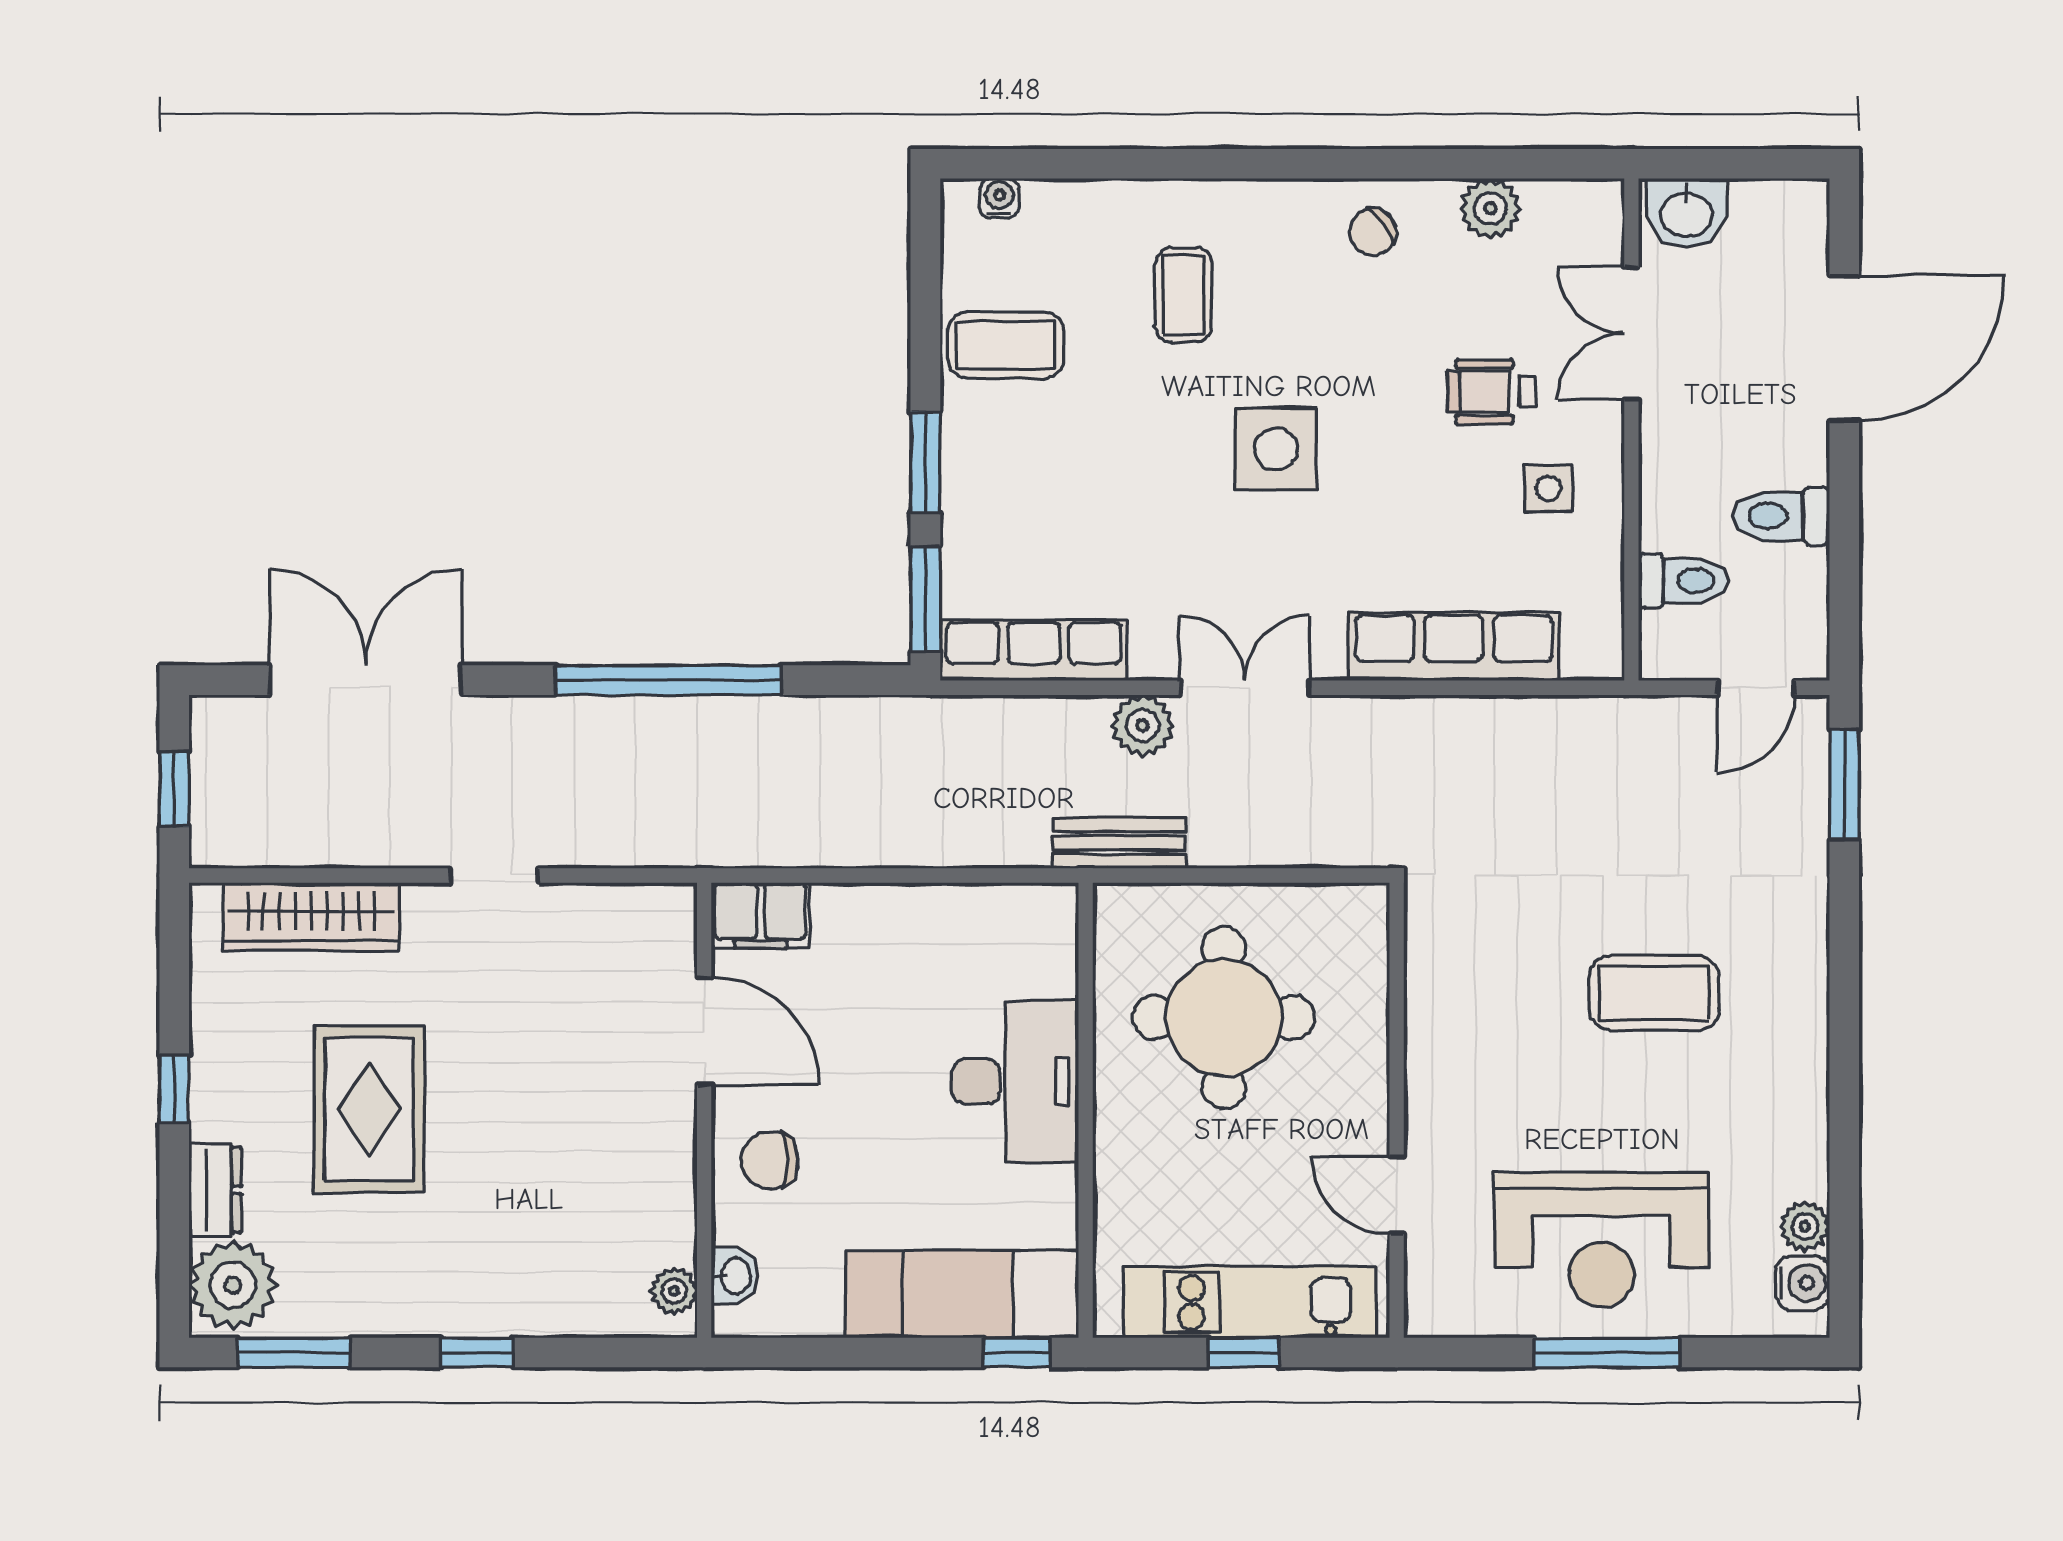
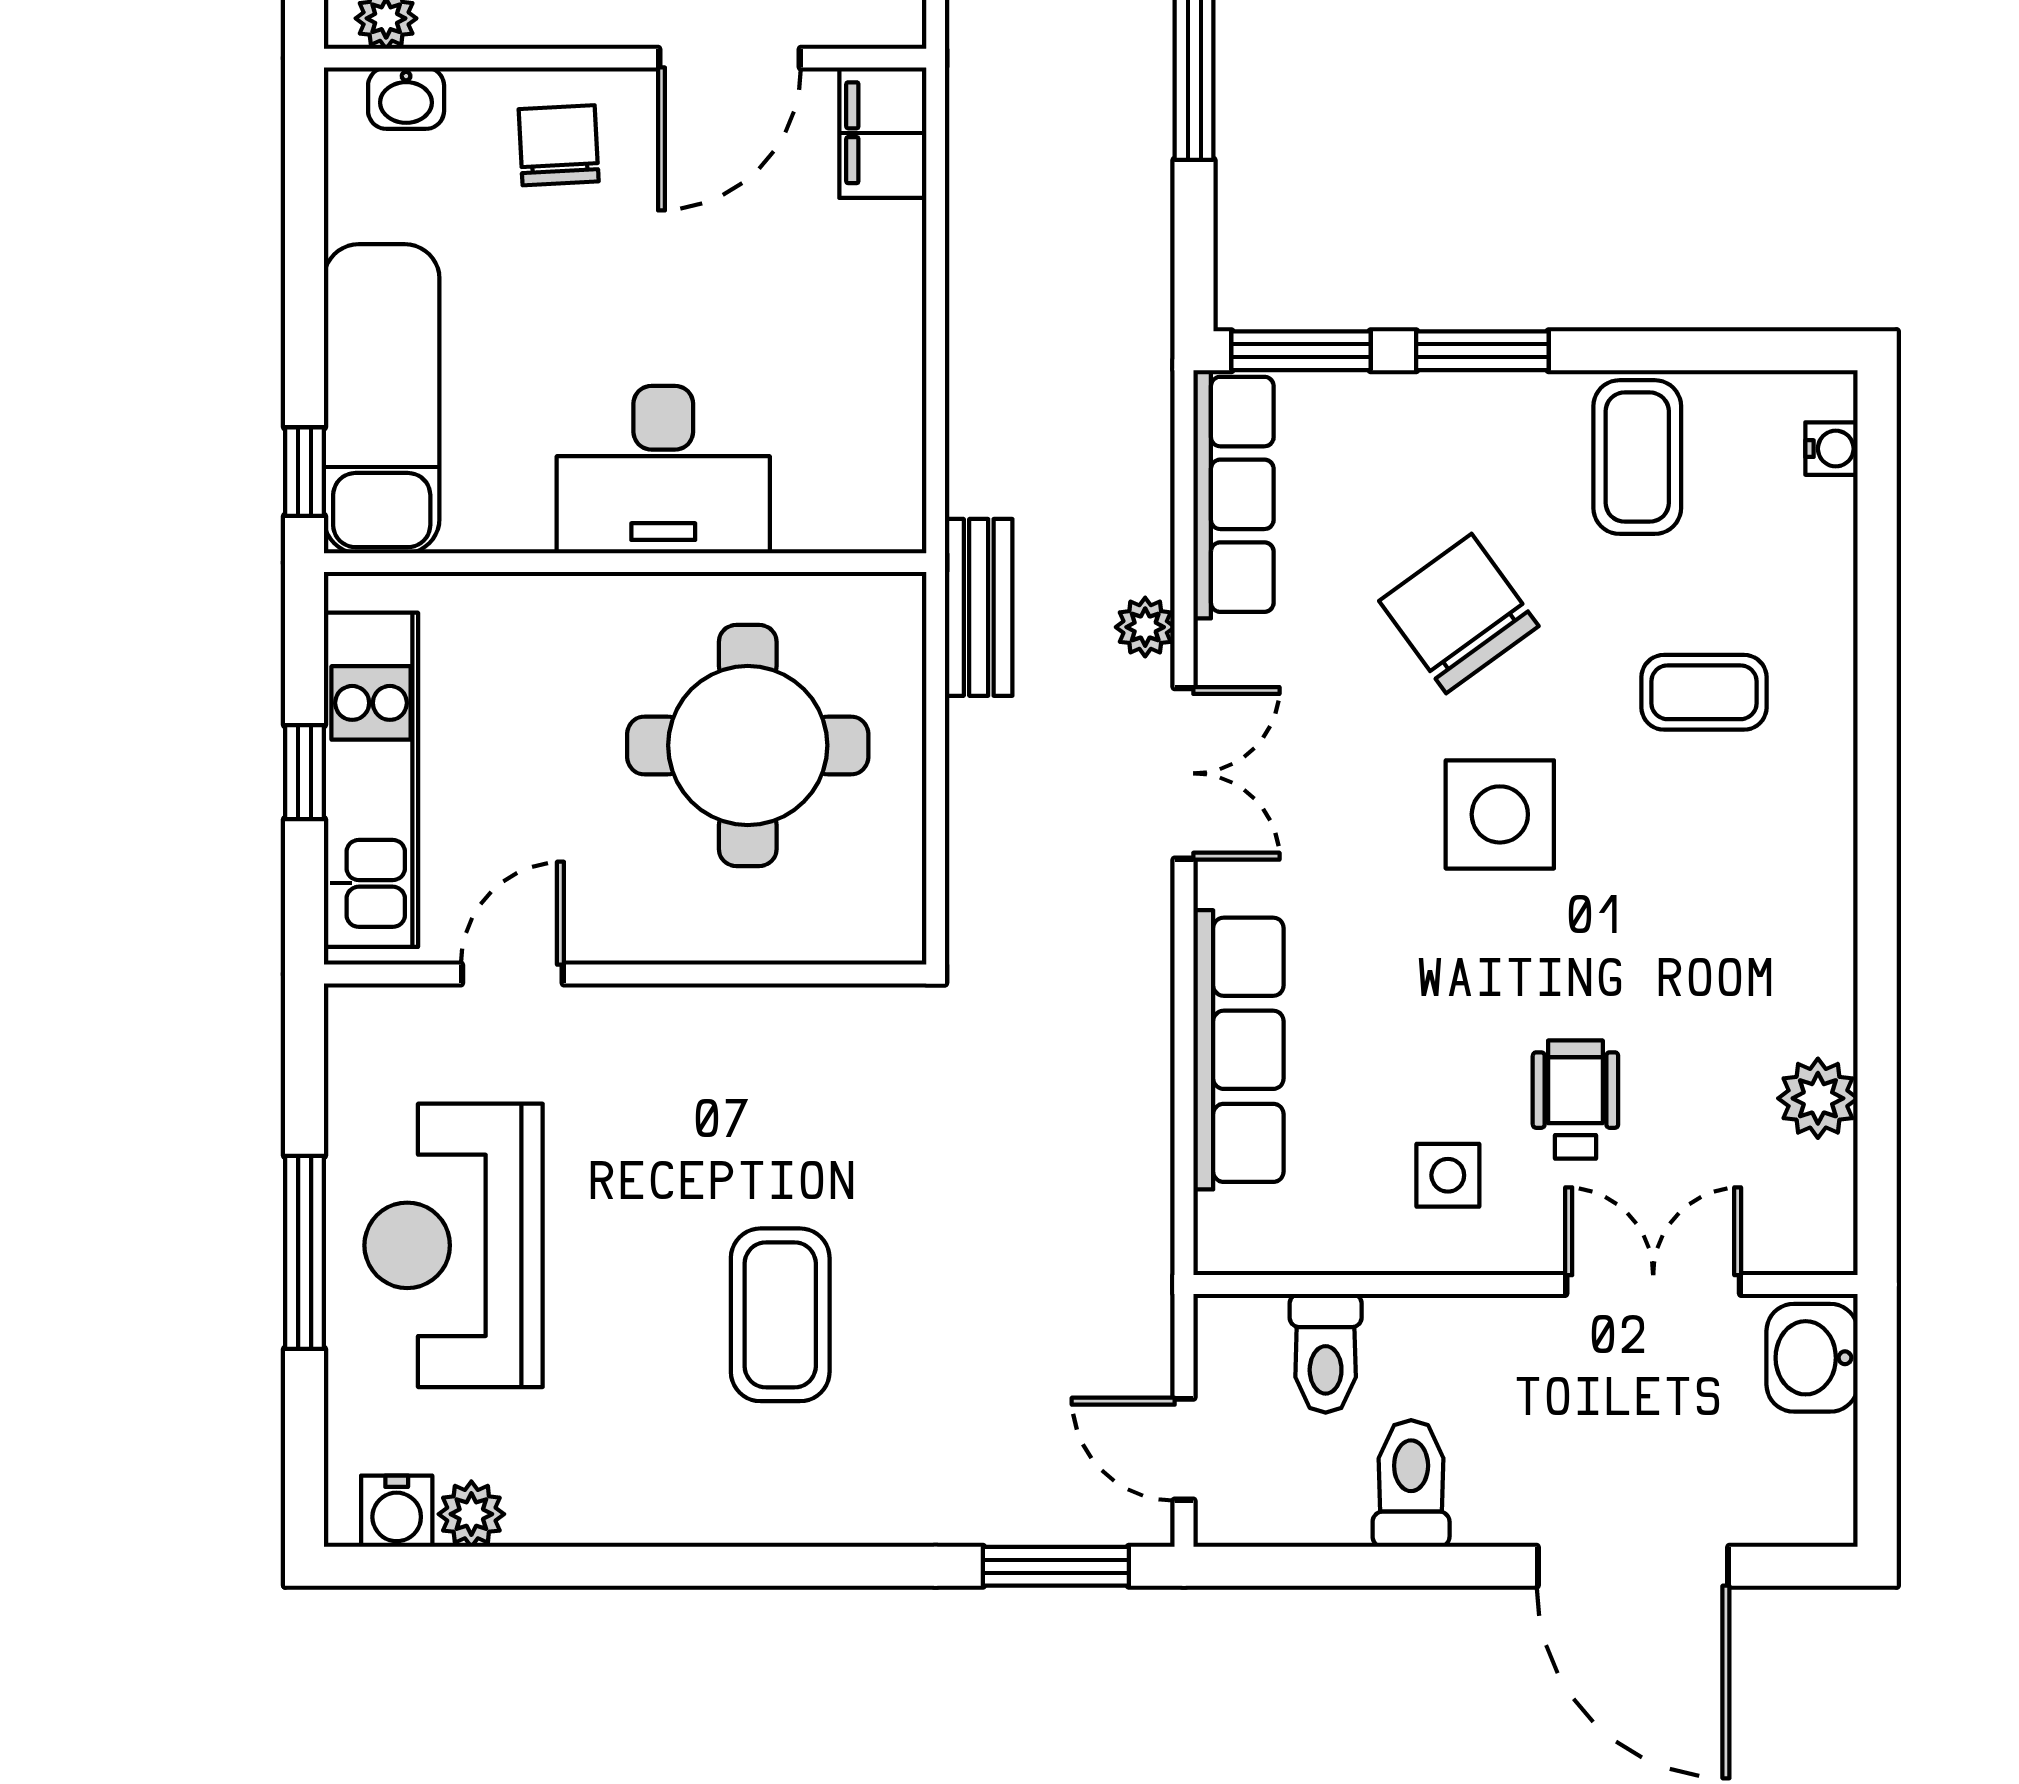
chair: (1372, 232) -> (1459, 614), moved, width x1.87, depth x1.87
plant: (1143, 725) -> (1145, 627), width x0.73, depth x0.73

